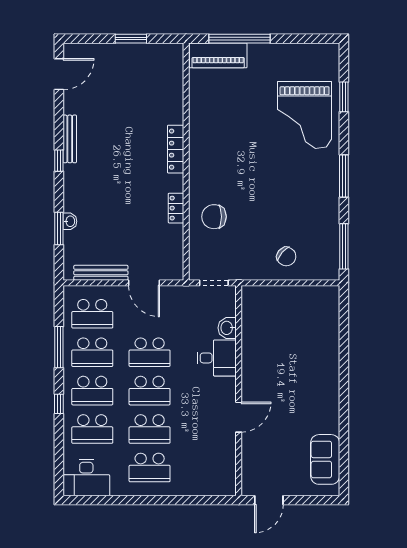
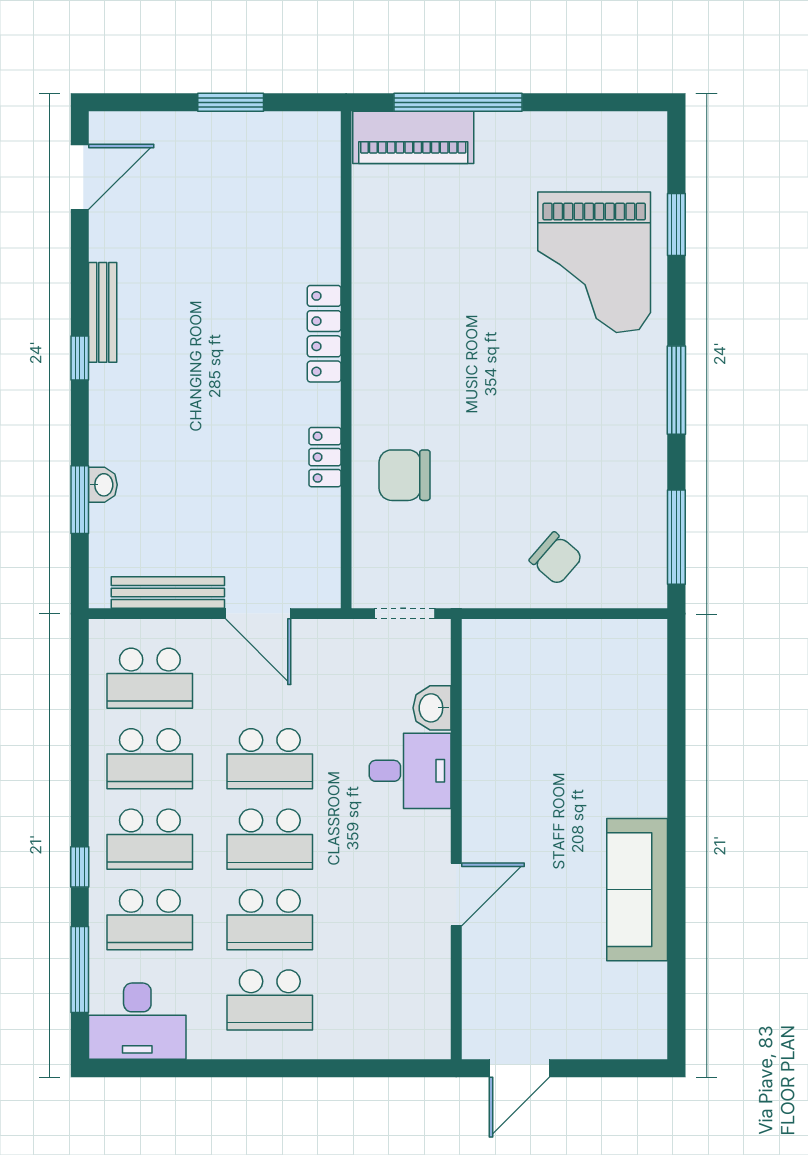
window: (59, 347) -> (80, 970), moved
sofa: (325, 459) -> (637, 890), moved, width x1.36

